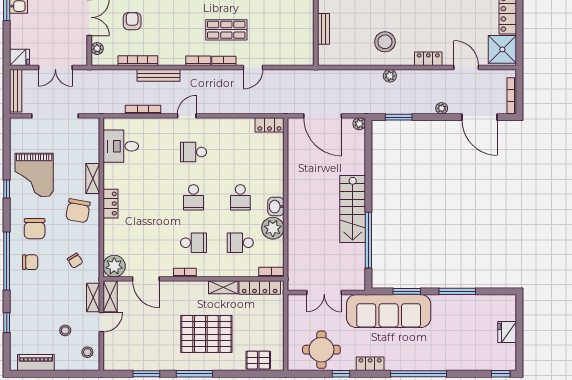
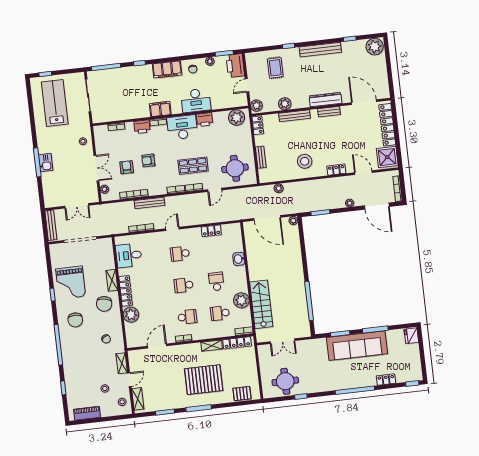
armchair: (164, 15) -> (148, 161), added
round table: (285, 40) -> (235, 168), added
fridge: (19, 57) -> (51, 202), removed
plant: (390, 76) -> (279, 188), moved
locker: (269, 125) -> (211, 231), moved
school desk: (193, 197) -> (184, 285), turned 90
school desk: (240, 197) -> (216, 281), turned 180
locker: (111, 204) -> (126, 291), width x1.53
washbasin: (276, 207) -> (239, 259), moved
stairs: (353, 209) -> (261, 304), moved, turned 180
chair: (30, 262) -> (75, 344), removed
plant: (114, 266) -> (131, 315), moved
door: (146, 279) -> (157, 346), swing flipped
shelving: (110, 296) -> (138, 399), moved
sofa: (389, 311) -> (357, 346), moved
fridge: (507, 332) -> (411, 336), moved
locker: (370, 364) -> (386, 380), moved

